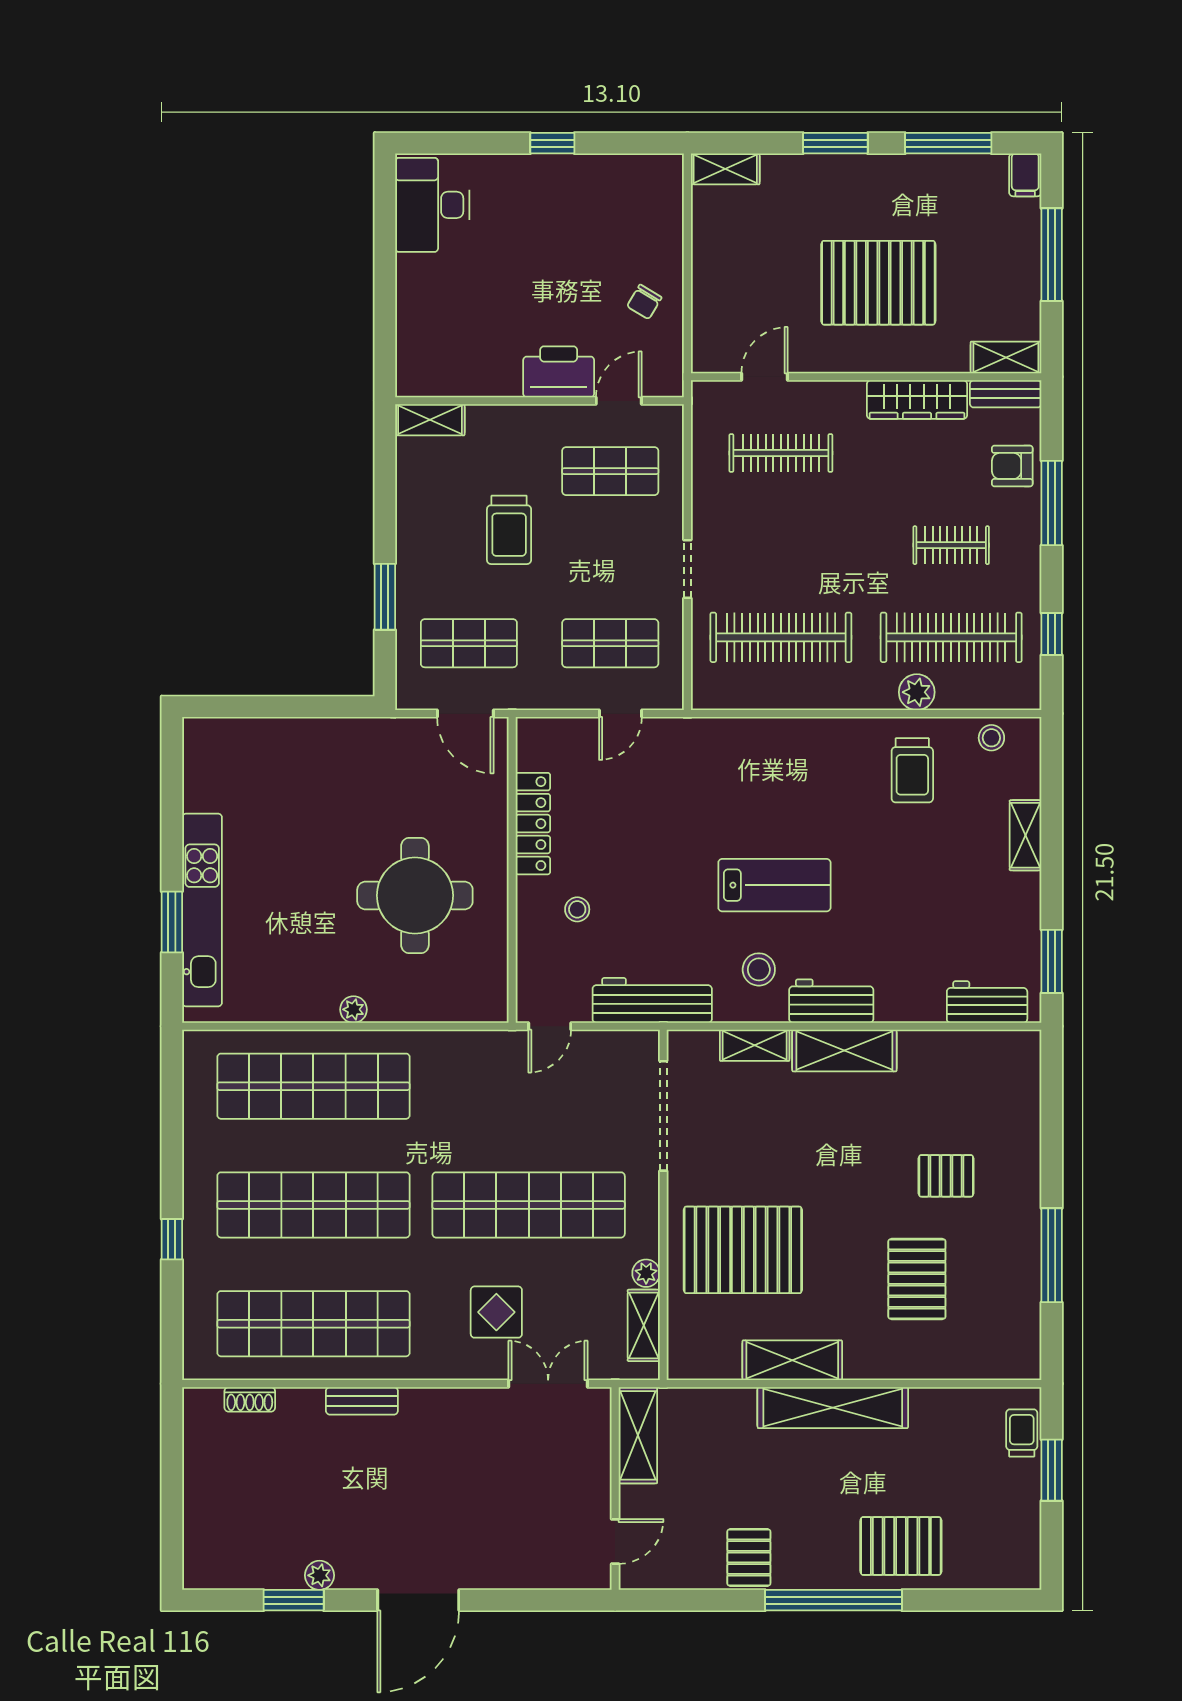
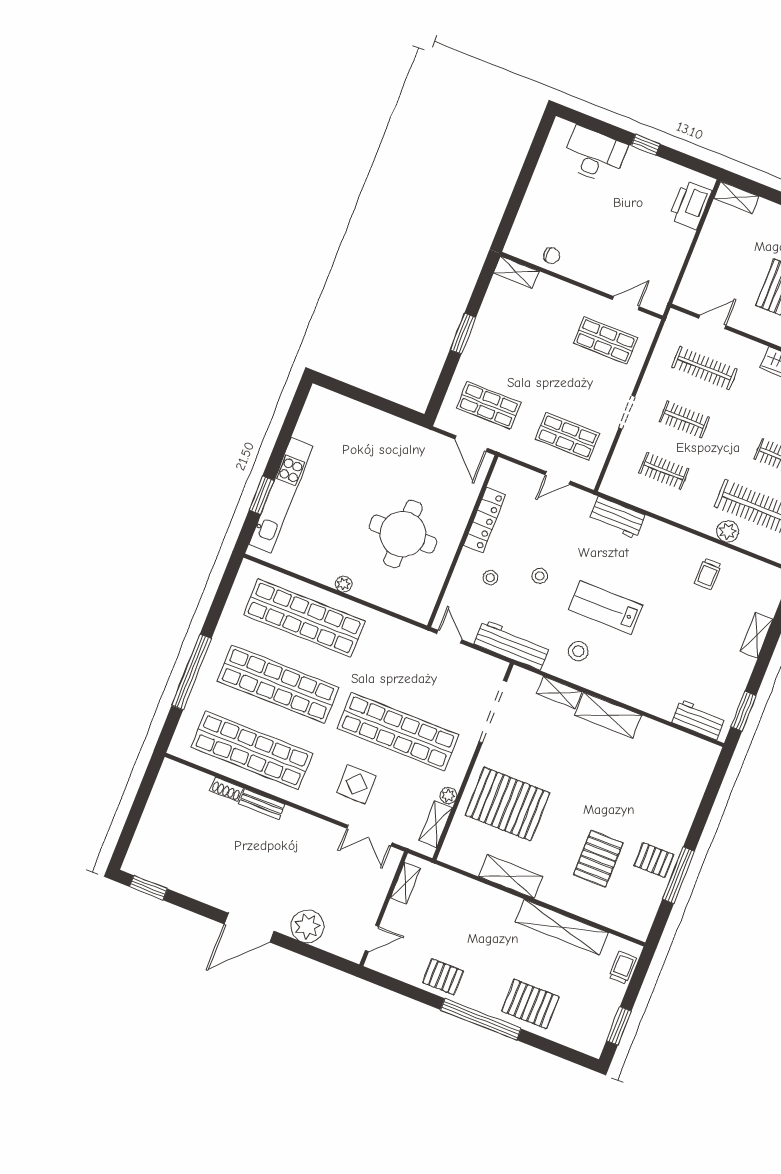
desk: (432, 205) -> (594, 155), moved, turned 90
chair: (644, 302) -> (552, 256), moved, turned -121
printer: (559, 372) -> (690, 205), moved, turned -90
trolley: (509, 530) -> (536, 351), removed
clothes rail: (781, 545) -> (684, 419), added
window: (385, 597) -> (463, 334), moved
clothes rail: (781, 637) -> (664, 471), width x0.54, depth x0.76
stool: (991, 738) -> (540, 576), moved
trolley: (912, 770) -> (708, 574), width x0.73, depth x0.72
lab bench: (774, 885) -> (606, 608), turned 180
workbench: (831, 1001) -> (617, 518), moved, turned 180
door: (550, 1026) -> (449, 637), swing flipped
pallet: (946, 1176) -> (654, 860), moved
window: (172, 1239) -> (192, 672), width x3.17
double door: (548, 1384) -> (369, 836), swing flipped
shoe rack: (250, 1399) -> (226, 789), moved
shelving: (833, 1408) -> (562, 927), moved
shelving: (638, 1435) -> (405, 883), width x0.67, depth x0.75
window: (1052, 1470) -> (619, 1026), moved
pallet: (749, 1558) -> (443, 977), turned 90
plant: (320, 1575) -> (307, 926), moved, width x1.87, depth x1.87
window: (294, 1600) -> (148, 888), moved

